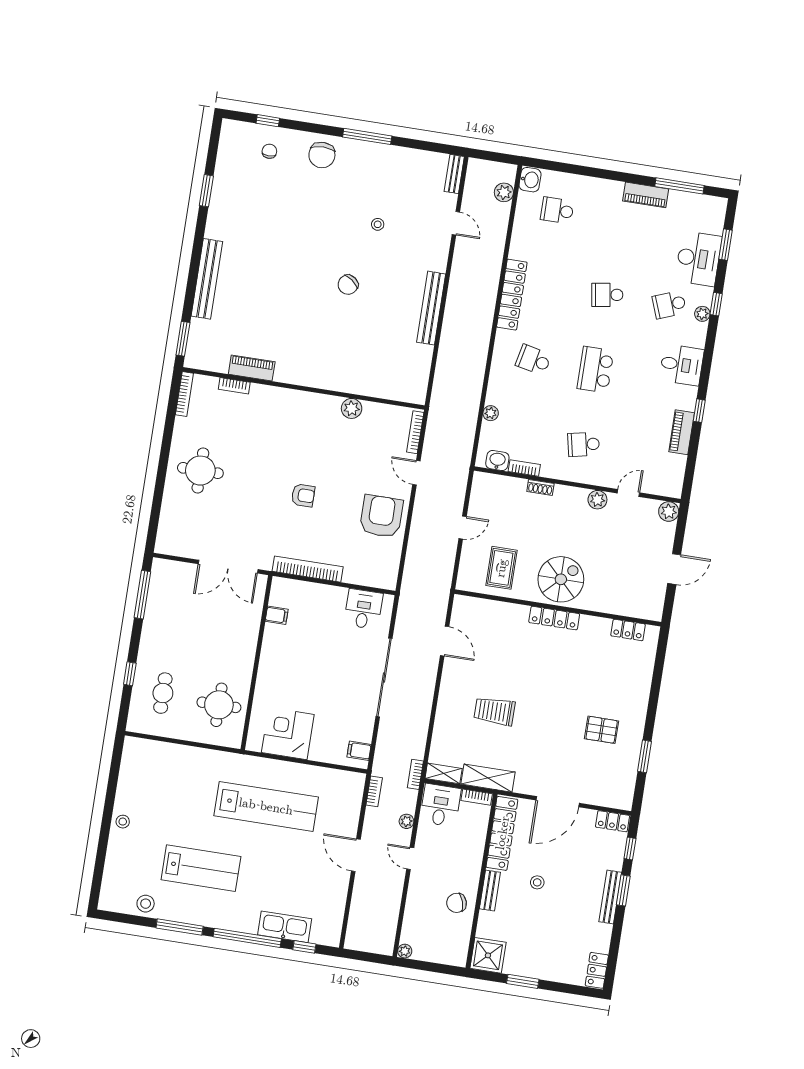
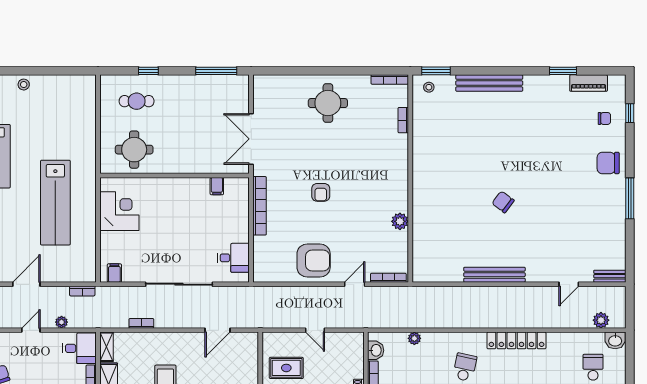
stool: (378, 224) -> (429, 87), moved
piano: (252, 368) -> (589, 83), moved, turned 90
bookcase: (415, 774) -> (141, 323), moved

